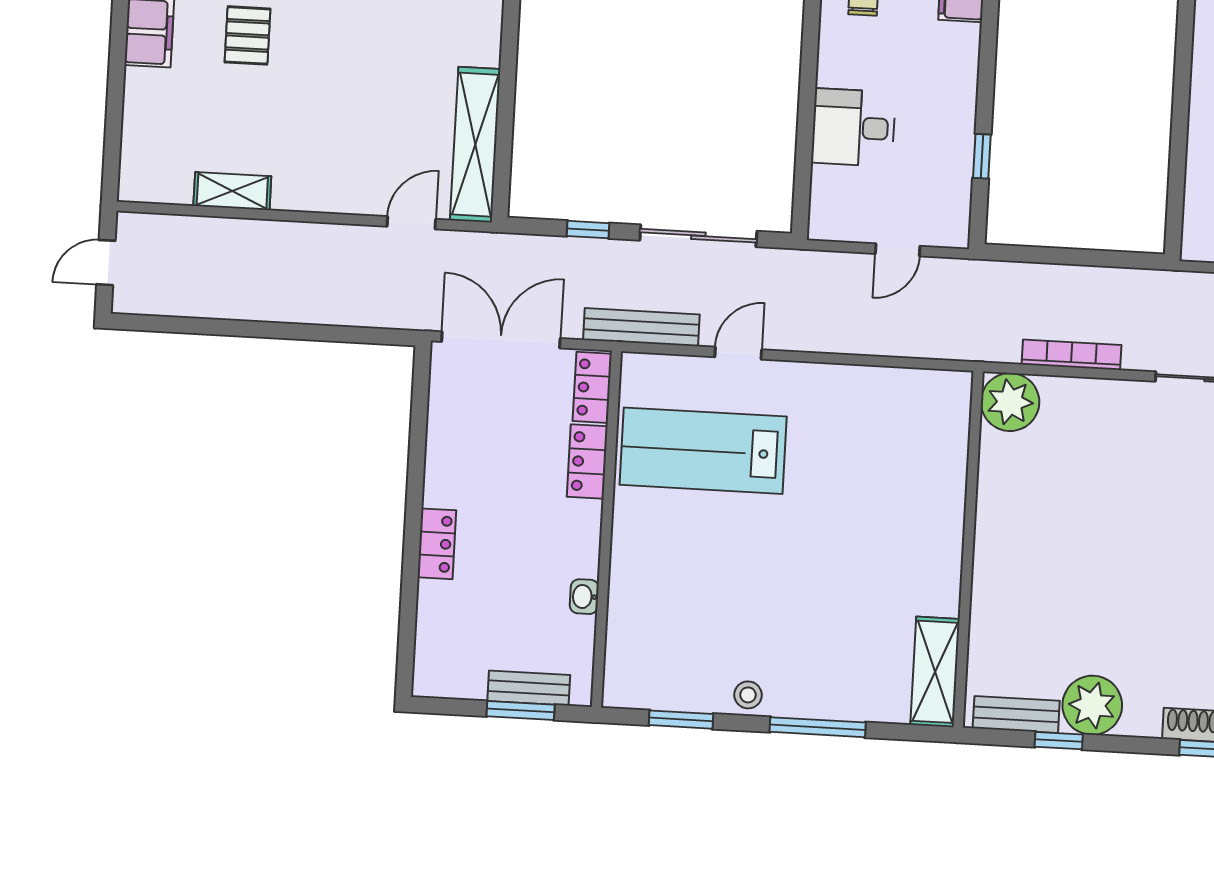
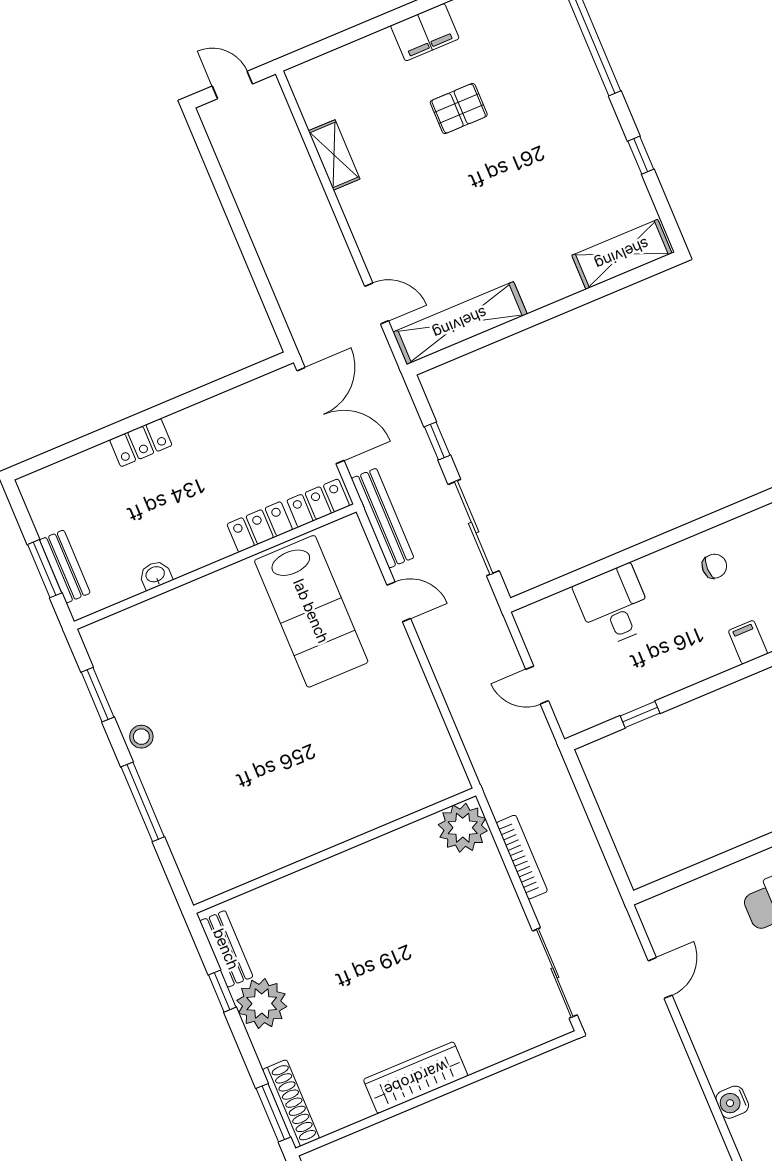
lab bench: (703, 451) -> (311, 611), turned 180
shelving: (935, 672) -> (229, 871), removed

